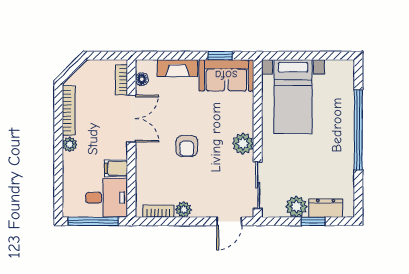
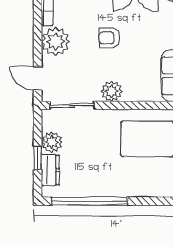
window: (358, 130) -> (90, 201), moved
plant: (184, 209) -> (56, 42), width x1.87, depth x1.87

